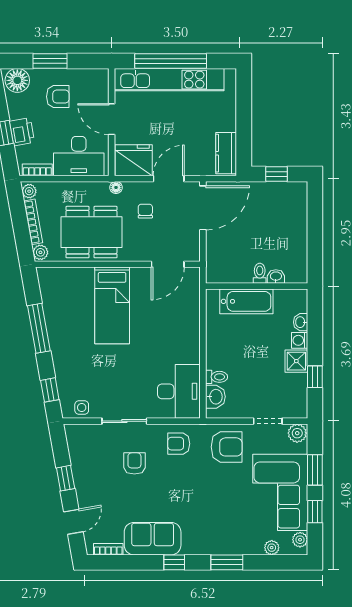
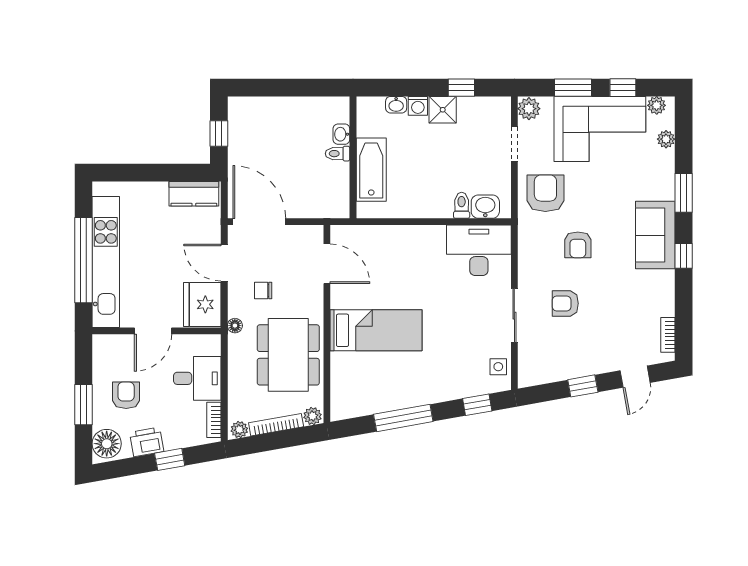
printer: (22, 132) -> (147, 442), moved
desk: (79, 156) -> (197, 378), width x0.73
armchair: (179, 444) -> (578, 245), moved
door: (73, 522) -> (635, 377), swing flipped
sofa: (153, 539) -> (655, 235), moved

